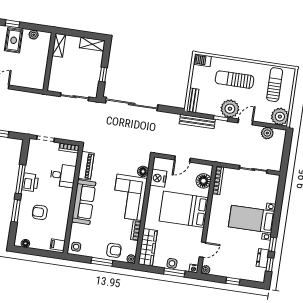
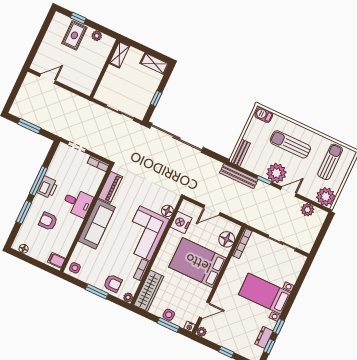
desk: (63, 176) -> (77, 203), moved

